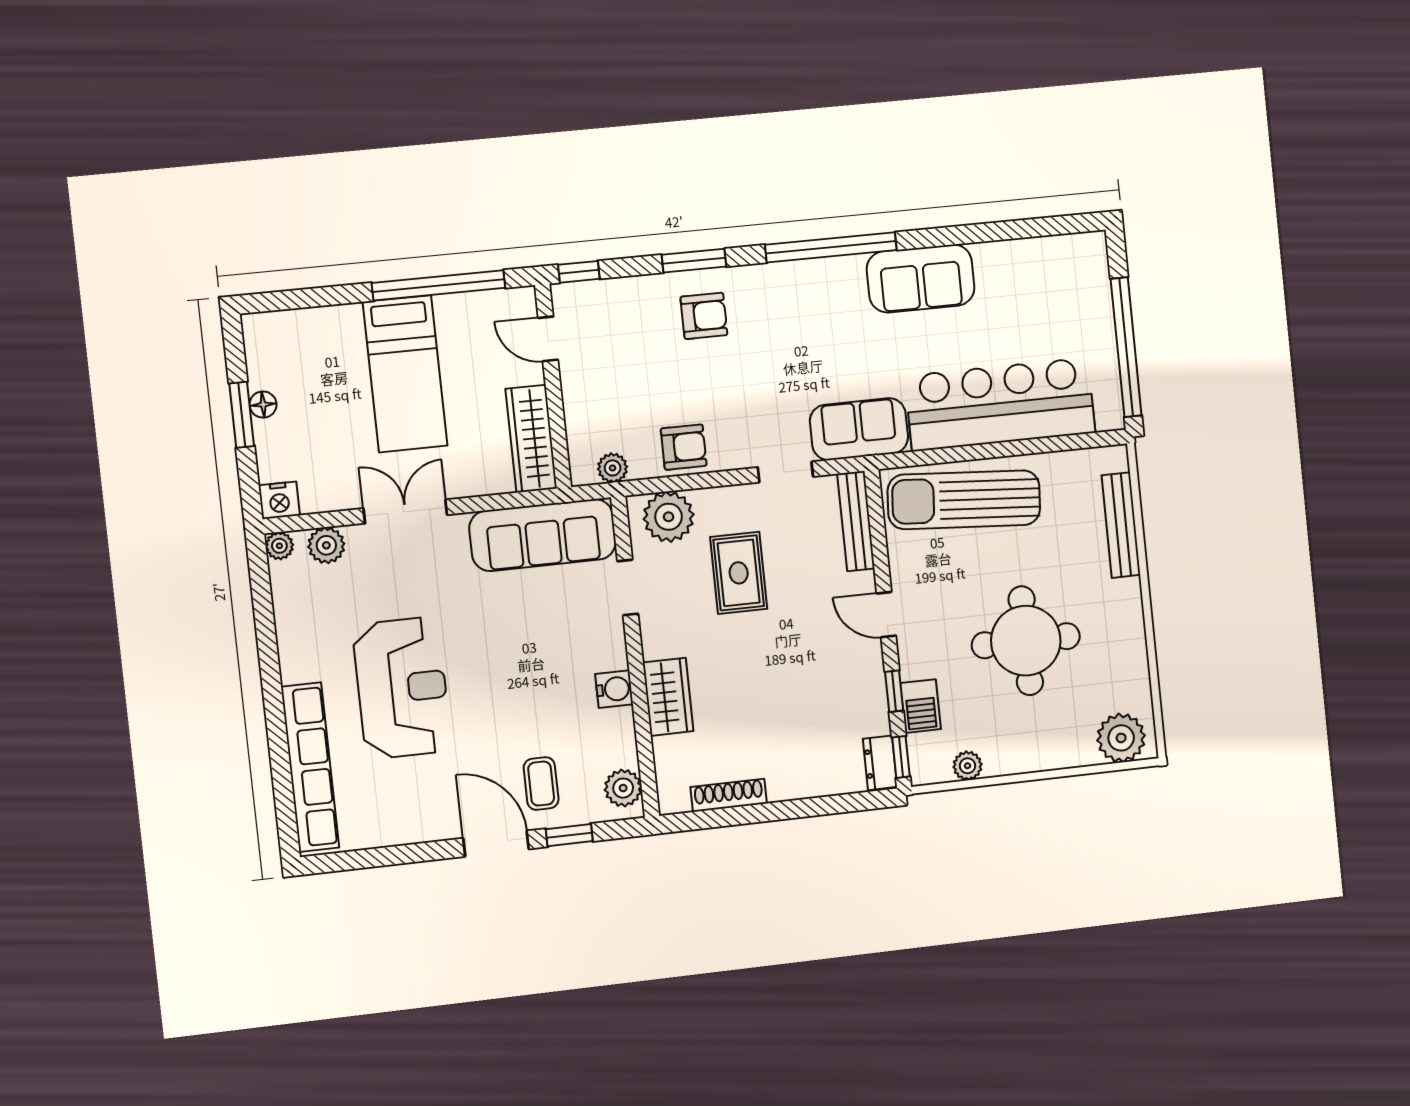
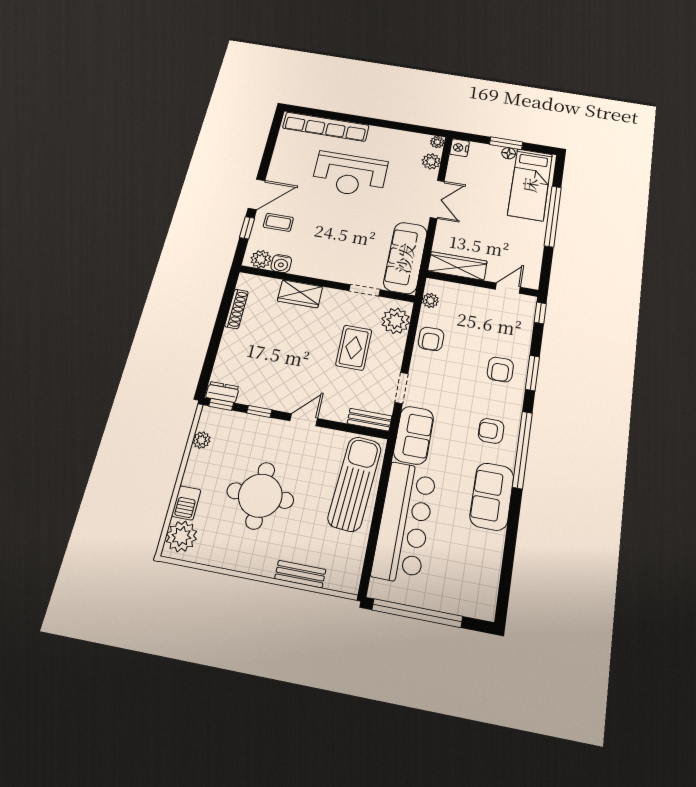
window: (439, 285) -> (553, 216), moved
armchair: (815, 305) -> (491, 431), added
bed: (405, 374) -> (530, 185), moved, turned -90
bench: (856, 521) -> (370, 420), width x0.73
bench: (1121, 525) -> (300, 574), width x0.73
rug: (739, 573) -> (354, 348), turned 90
water cooler: (614, 689) -> (281, 264), moved
barbecue: (921, 706) -> (186, 503), moved, turned -90

